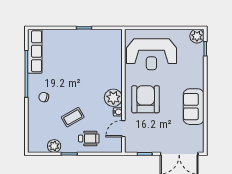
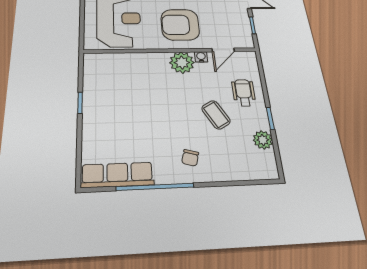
door: (123, 129) -> (223, 50), hinge flipped

